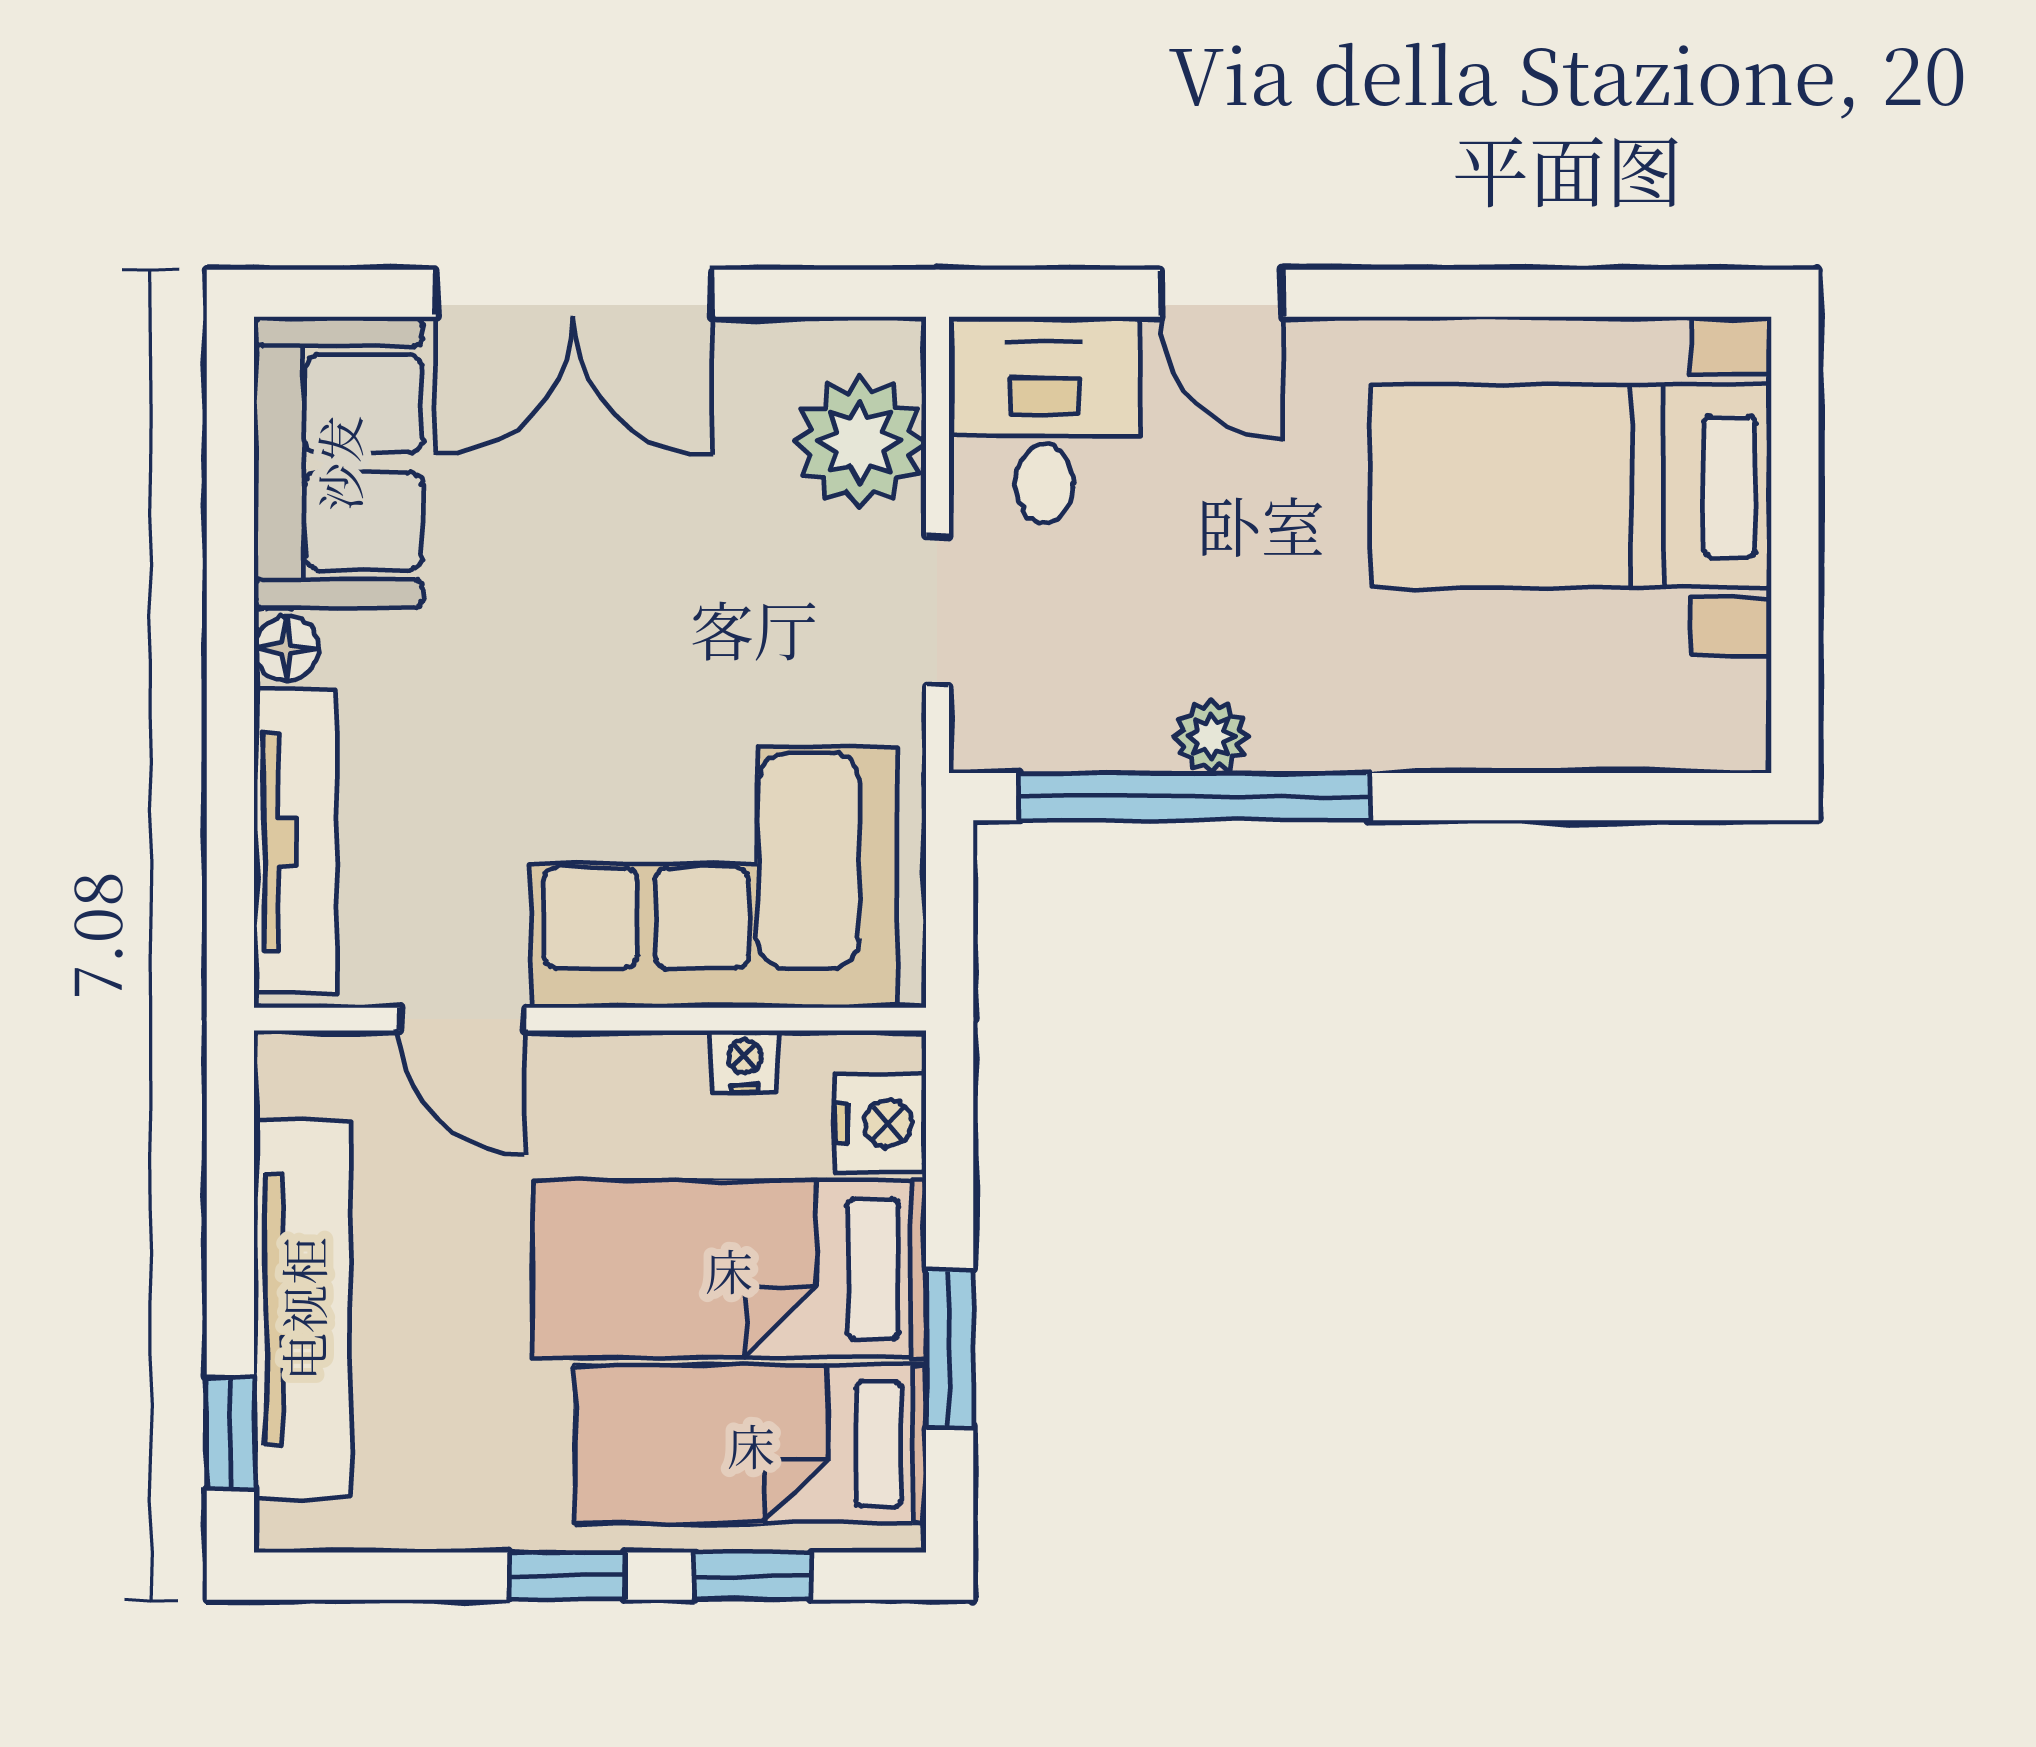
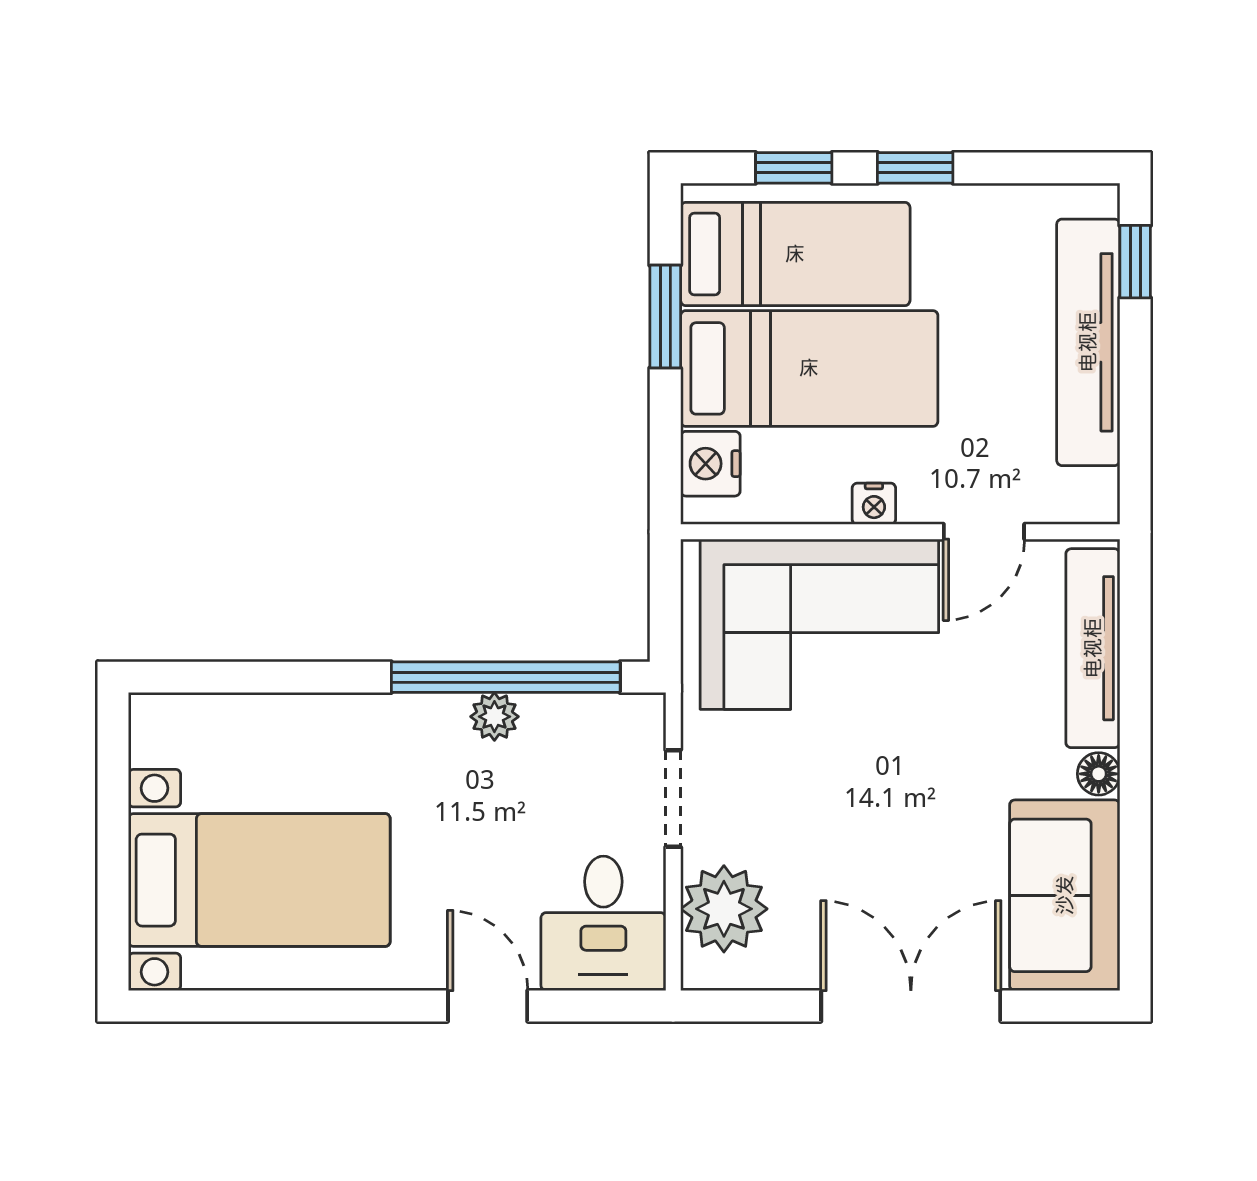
door: (462, 1019) -> (984, 532), swing flipped
nightstand: (745, 1062) -> (874, 504), moved

